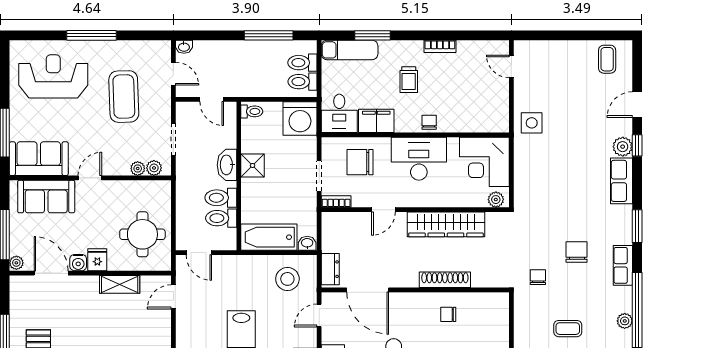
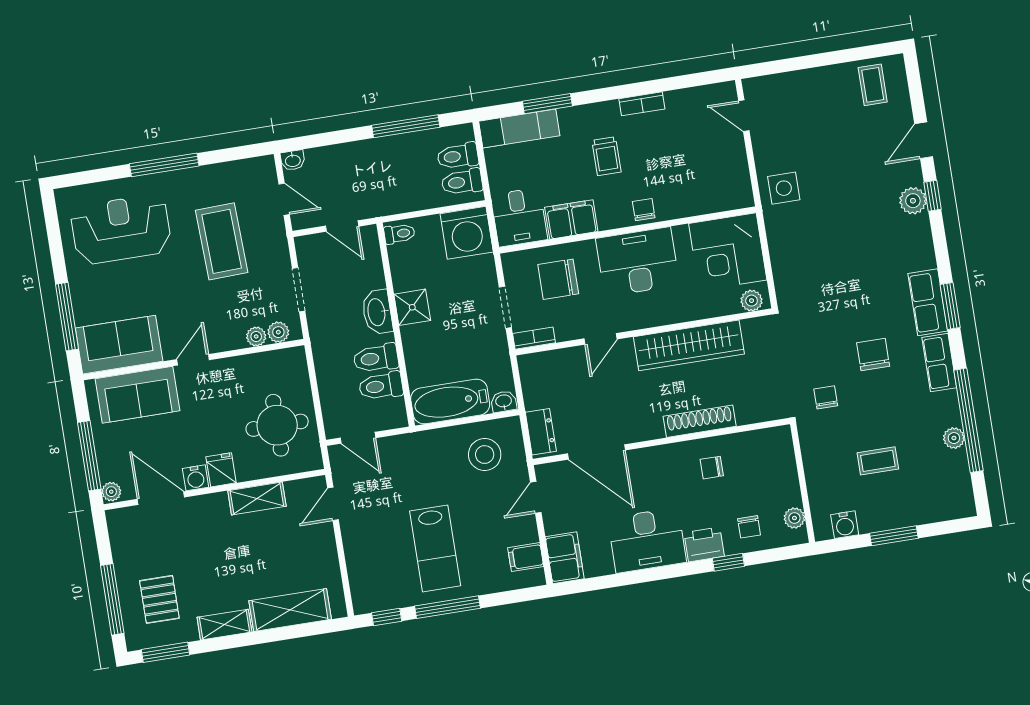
row of seats: (622, 181) -> (928, 302), moved

